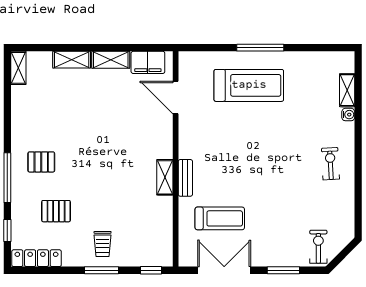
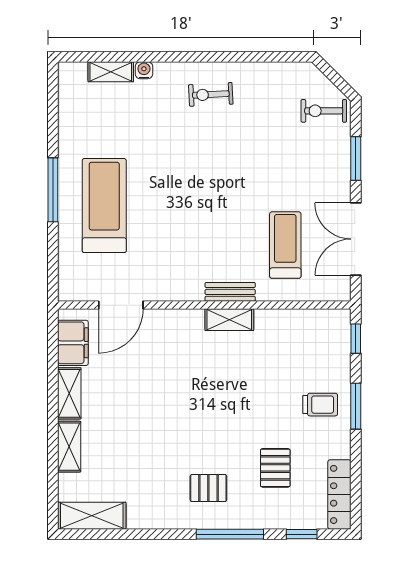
shelving: (18, 68) -> (92, 516), width x1.50, depth x1.33
pallet: (41, 162) -> (208, 488), turned 90

